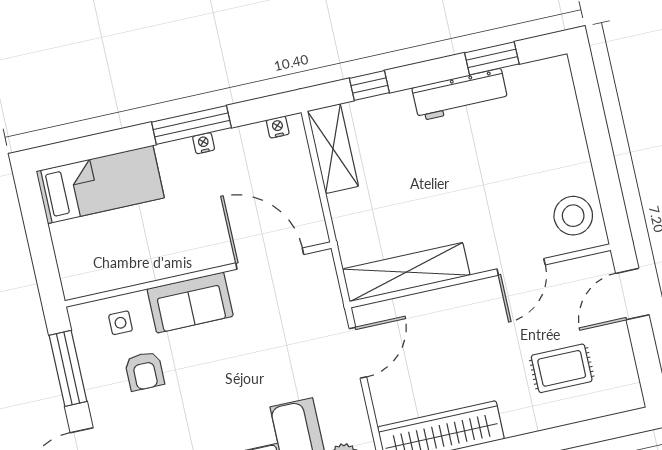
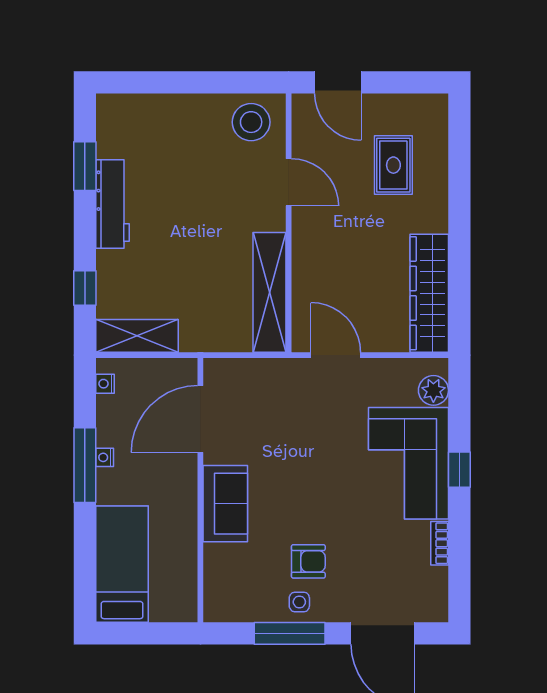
door: (270, 259) -> (200, 419), moved
wall: (198, 275) -> (200, 490), moved
sofa: (190, 303) -> (225, 504), moved
side table: (121, 323) -> (299, 602), moved

